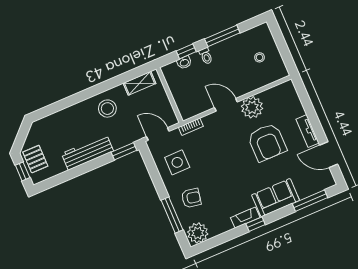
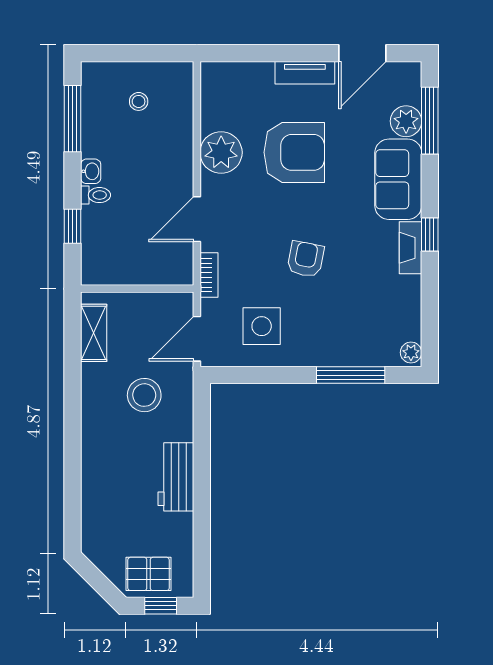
window: (222, 36) -> (72, 119), moved
washbasin: (184, 62) -> (91, 171), moved
door: (226, 105) -> (197, 219), moved
stool: (107, 109) -> (144, 395), moved
window: (124, 151) -> (202, 412), removed
workbench: (87, 152) -> (176, 477), width x0.73
plant: (305, 189) -> (406, 121), added
armchair: (191, 198) -> (306, 259), moved
plant: (198, 233) -> (411, 353), width x0.53, depth x0.53

